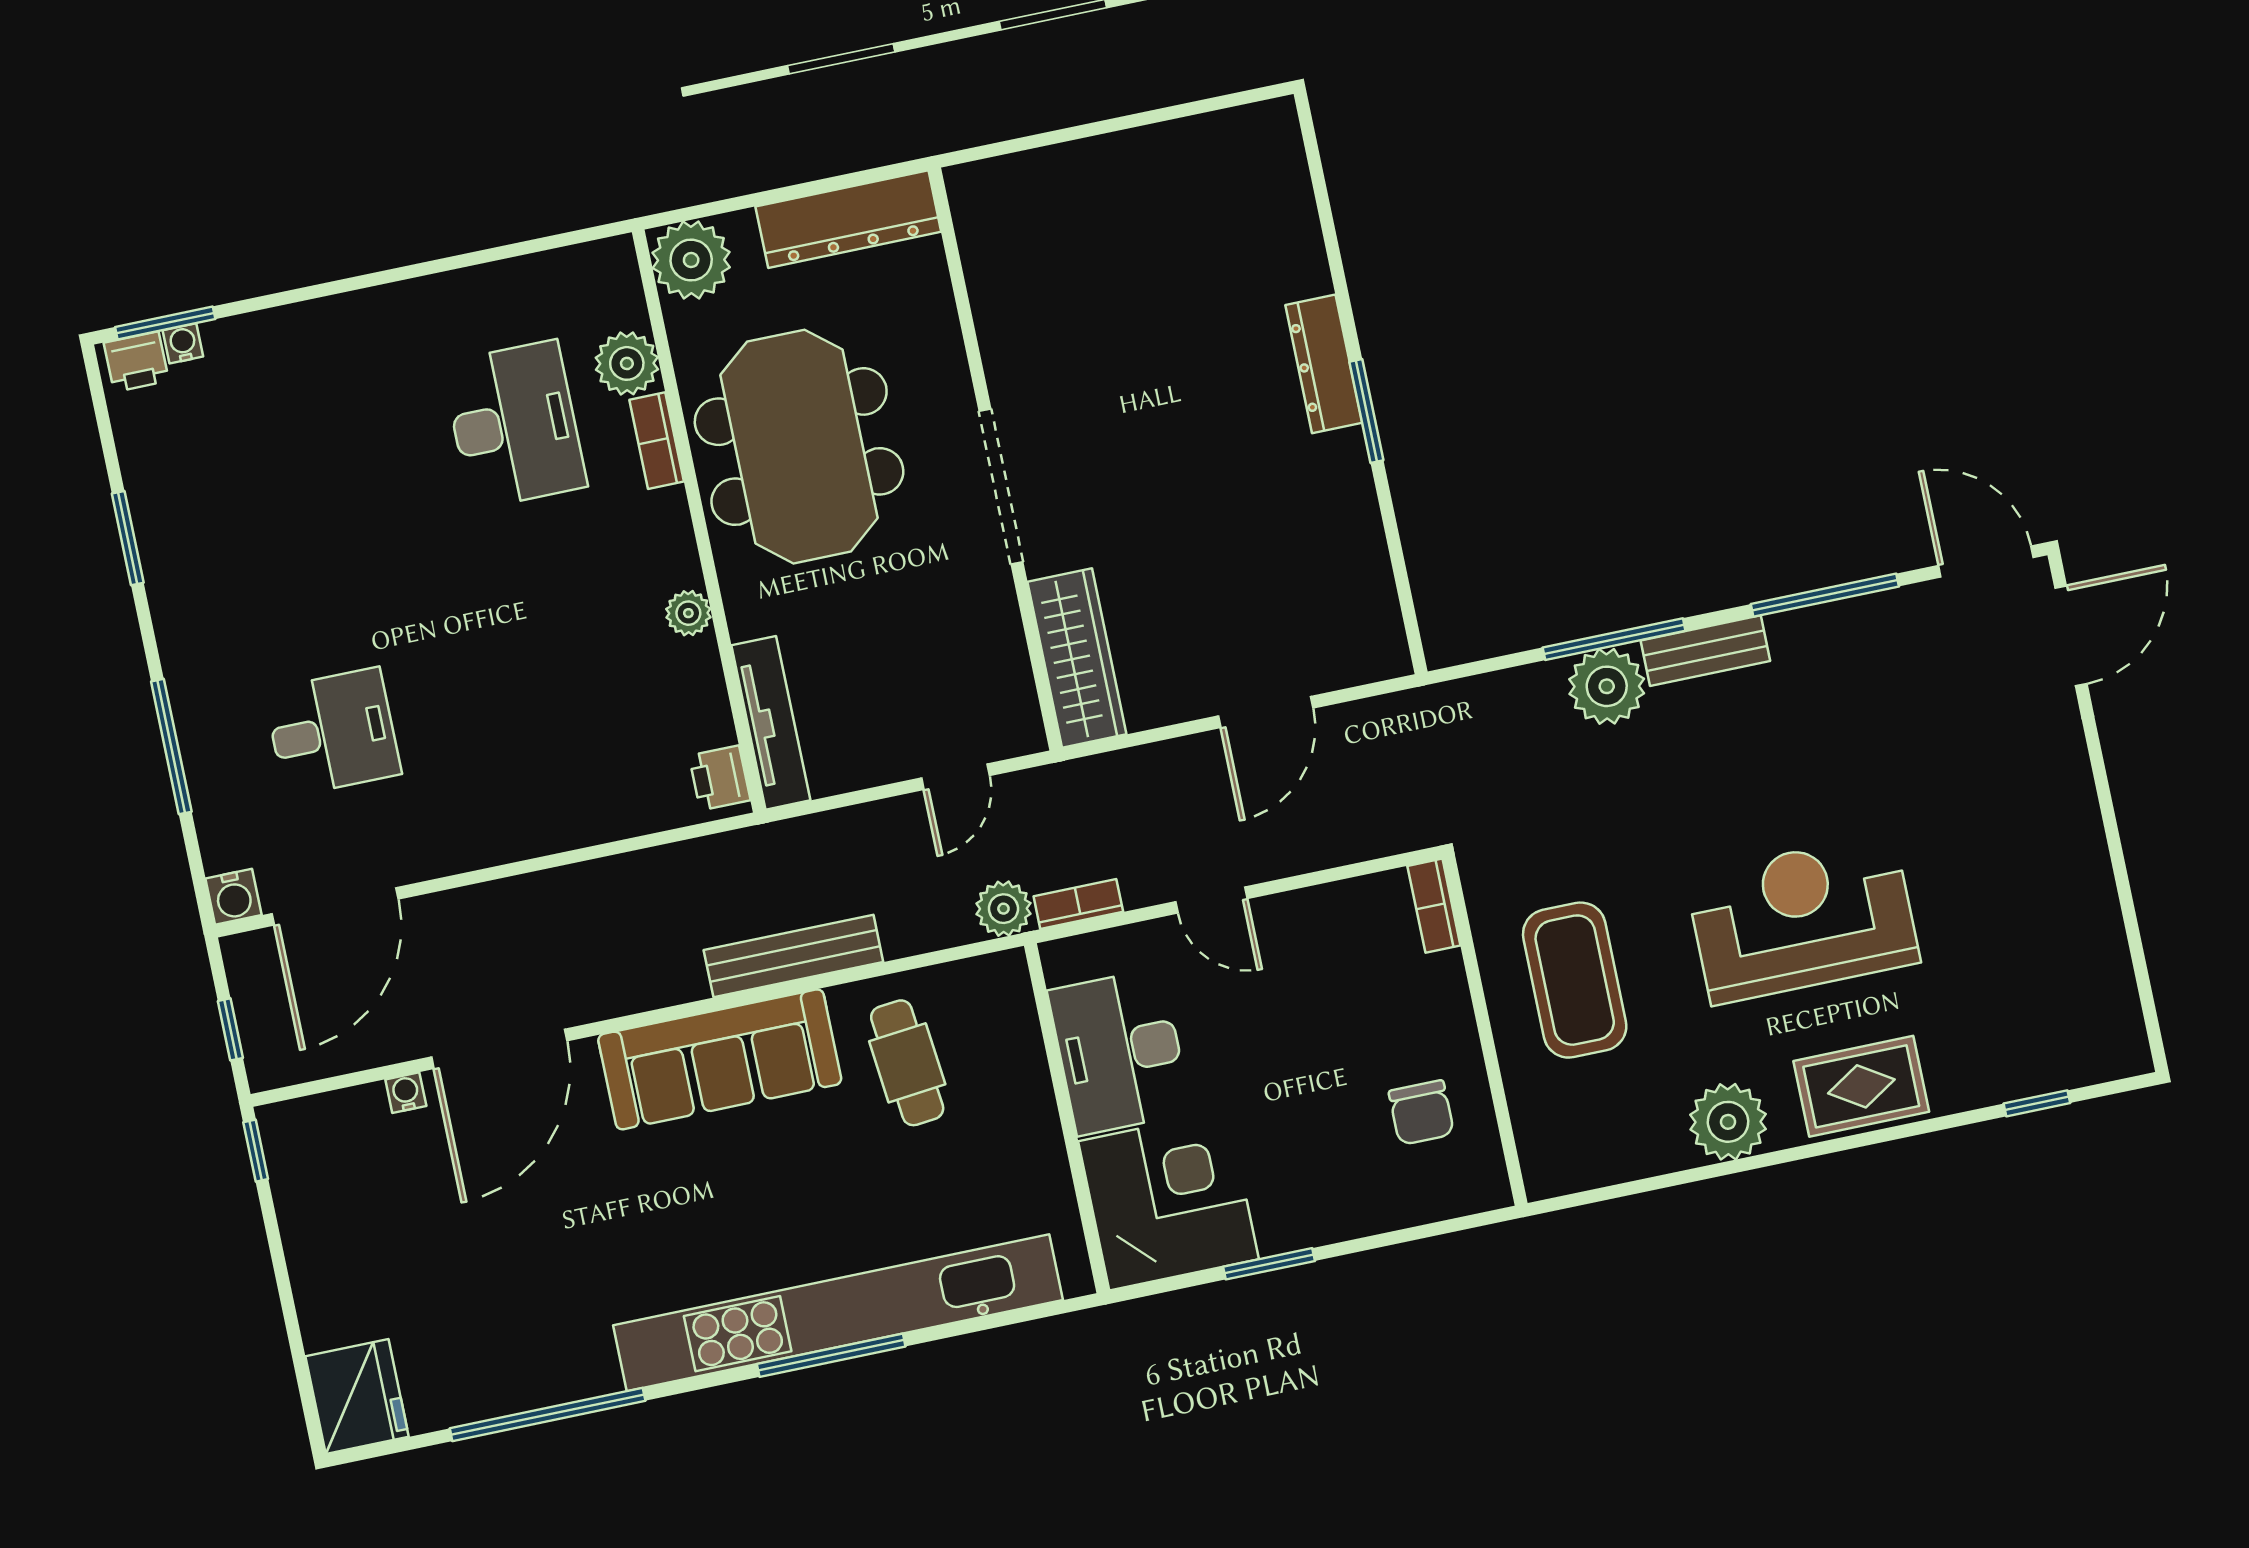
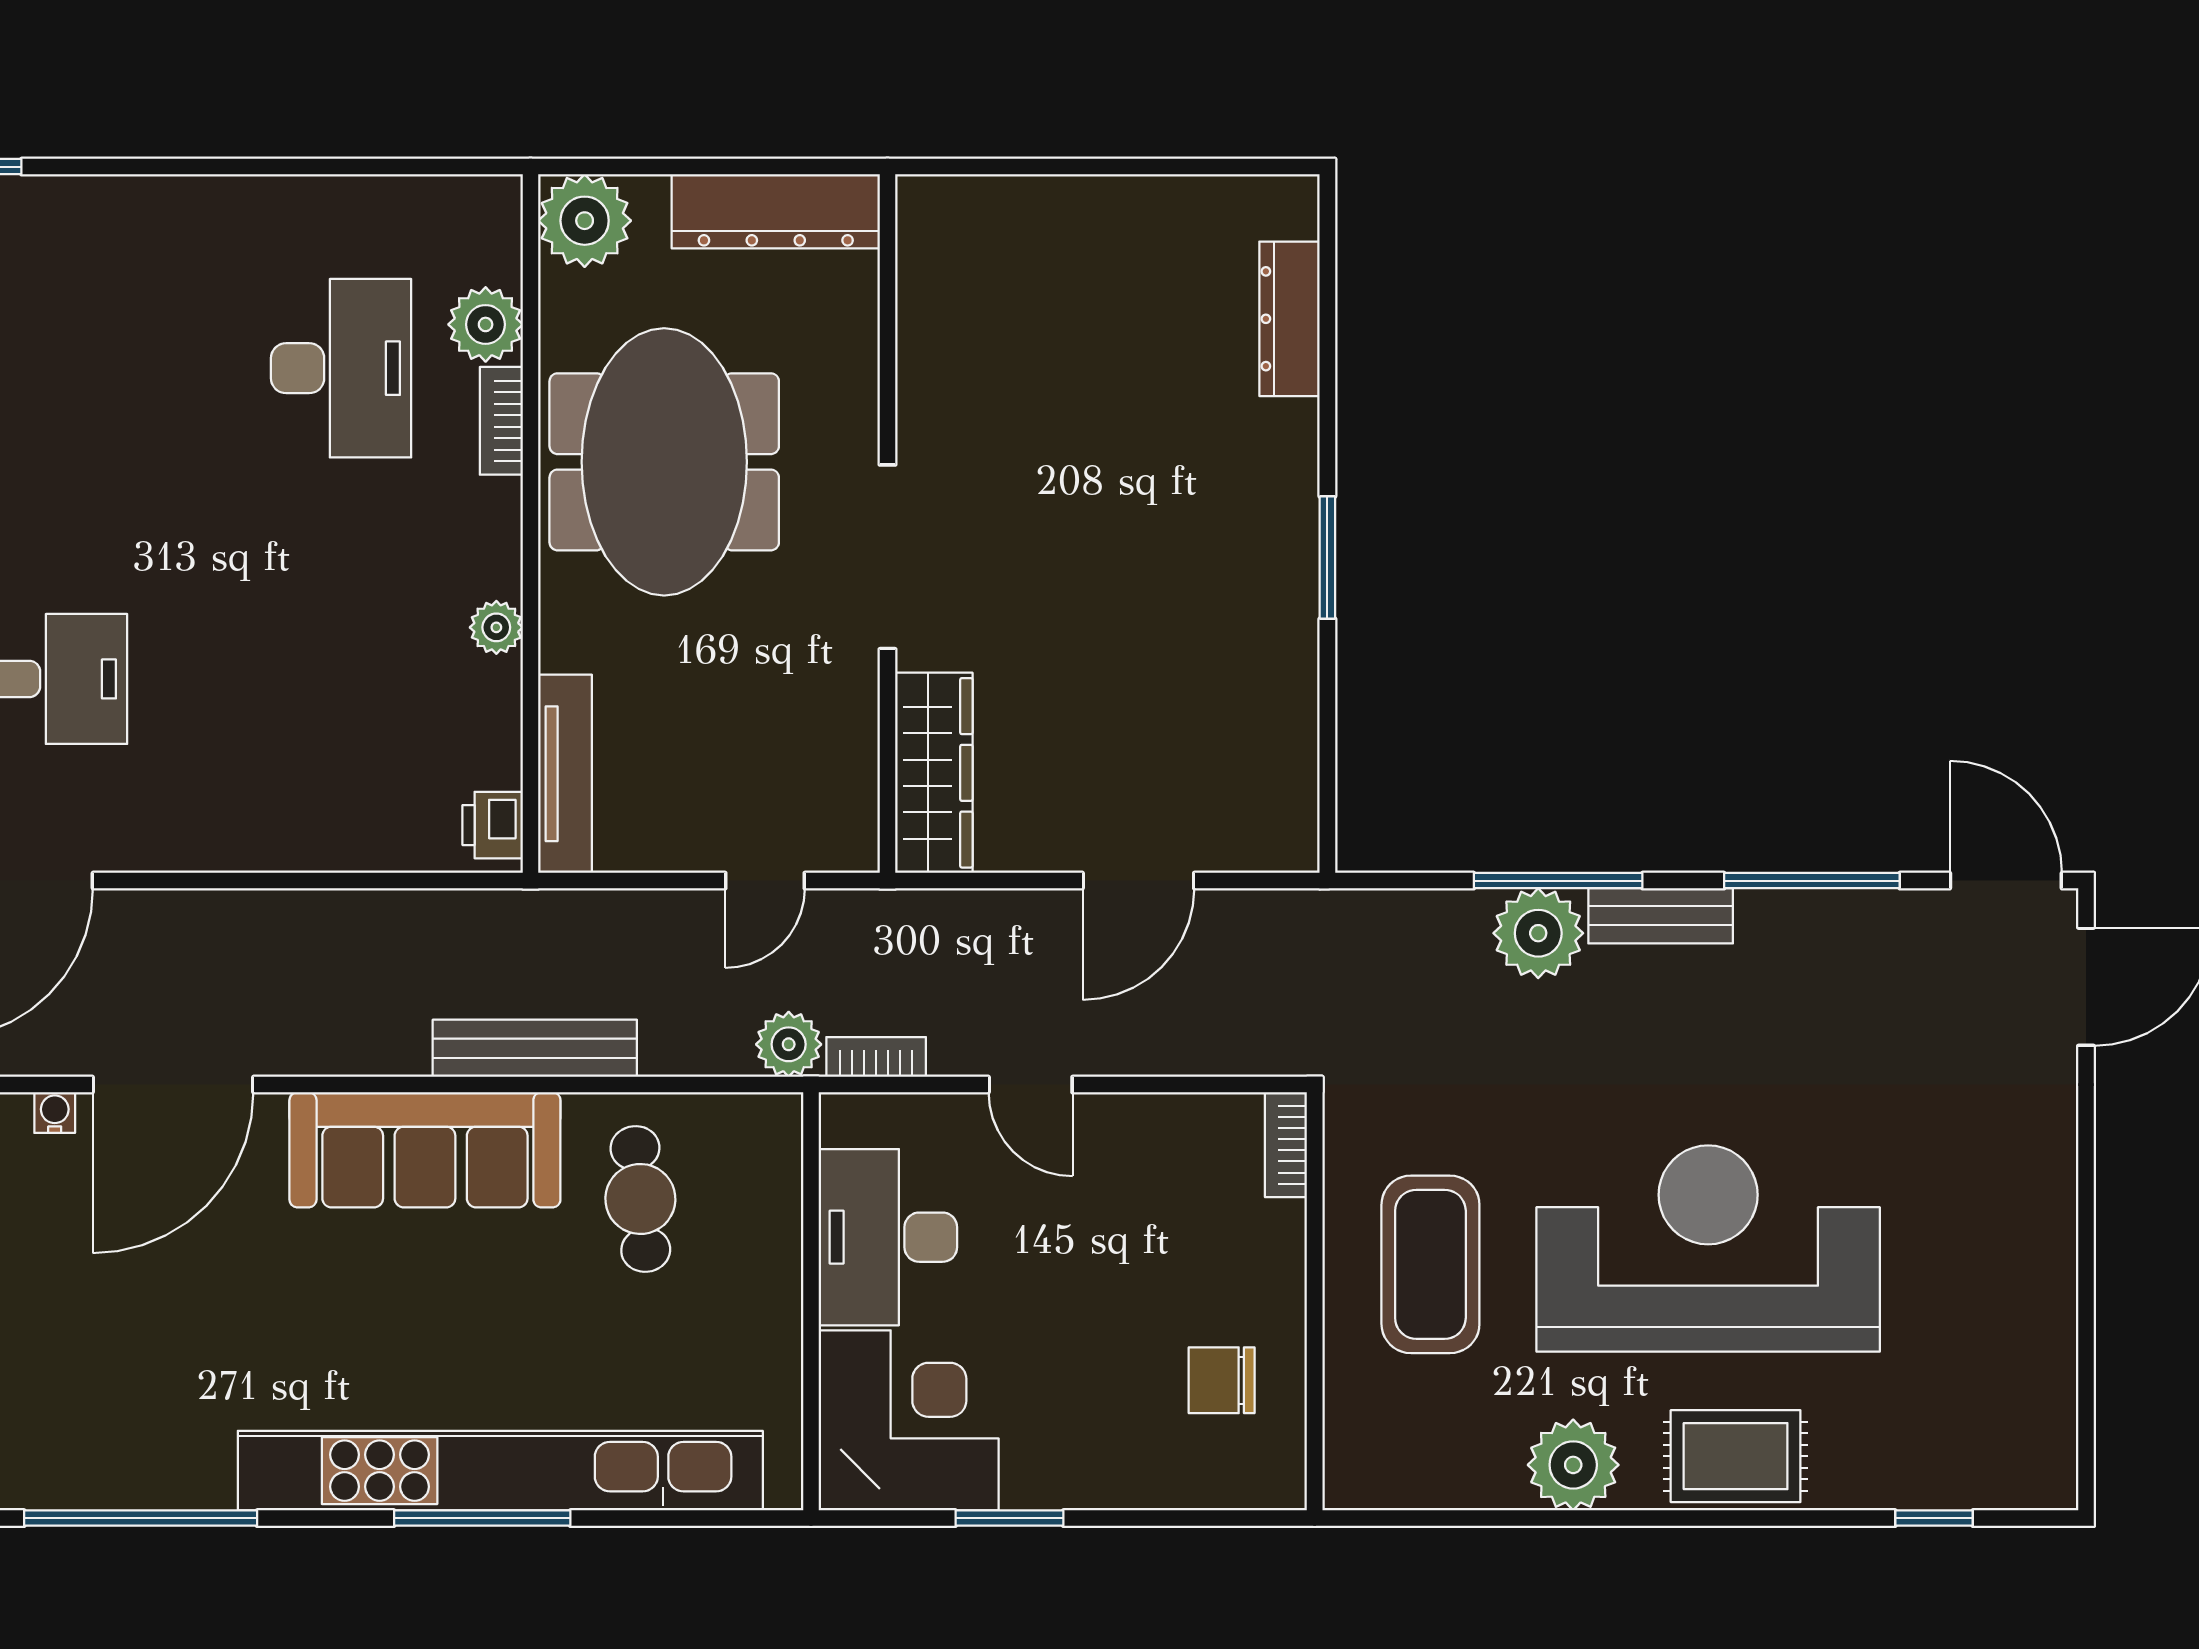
dresser: (1324, 364) -> (1289, 319), moved
reception desk: (1802, 919) -> (1708, 1249), width x1.36, depth x1.30
chair: (1421, 1113) -> (1222, 1380), turned 90

